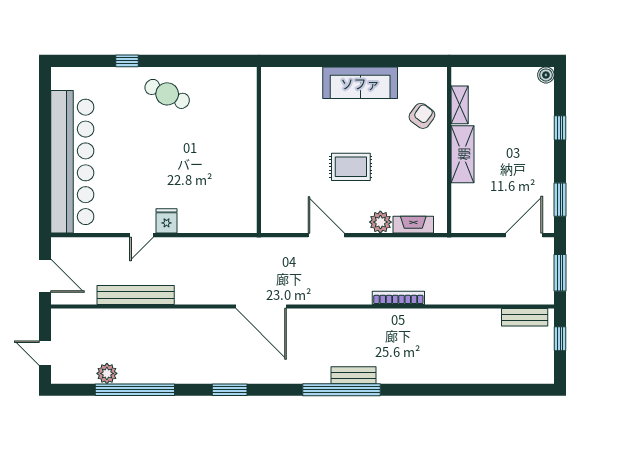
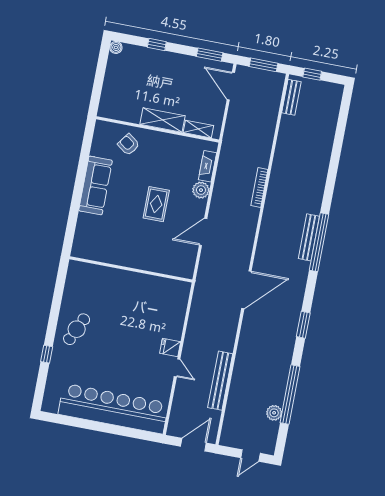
shelving: (460, 105) -> (198, 129), moved
bench: (354, 375) -> (309, 237), width x1.36

